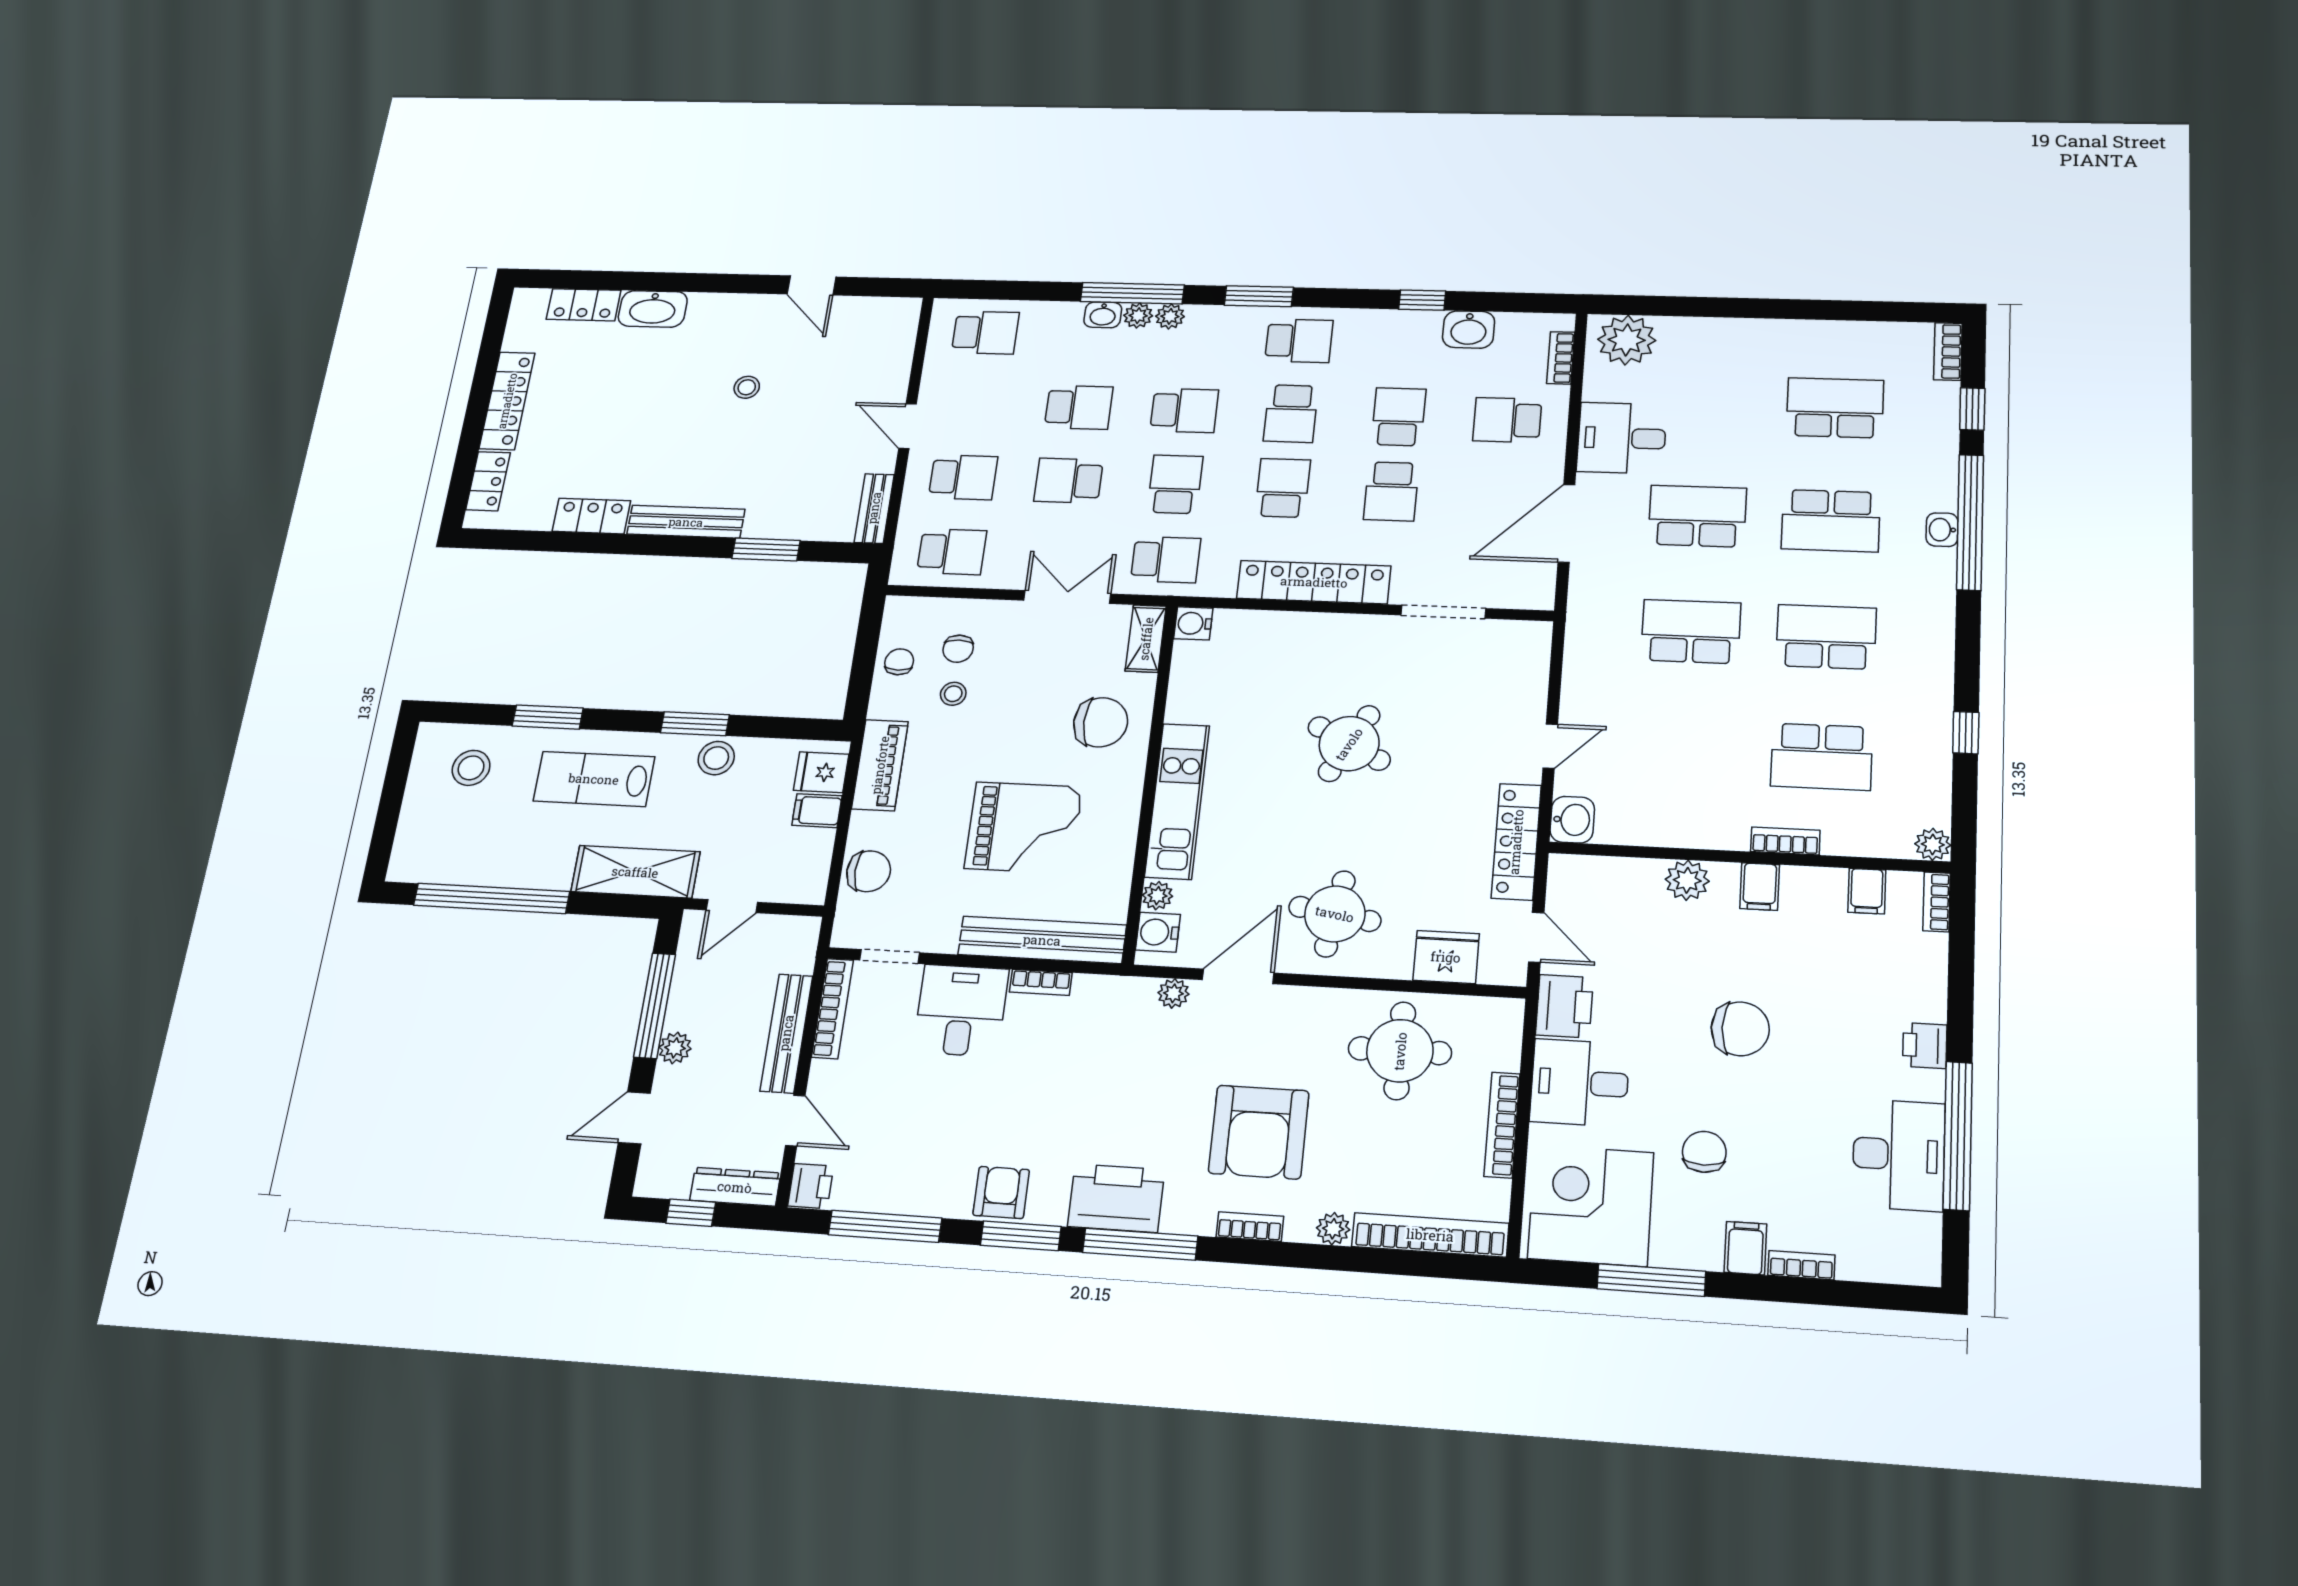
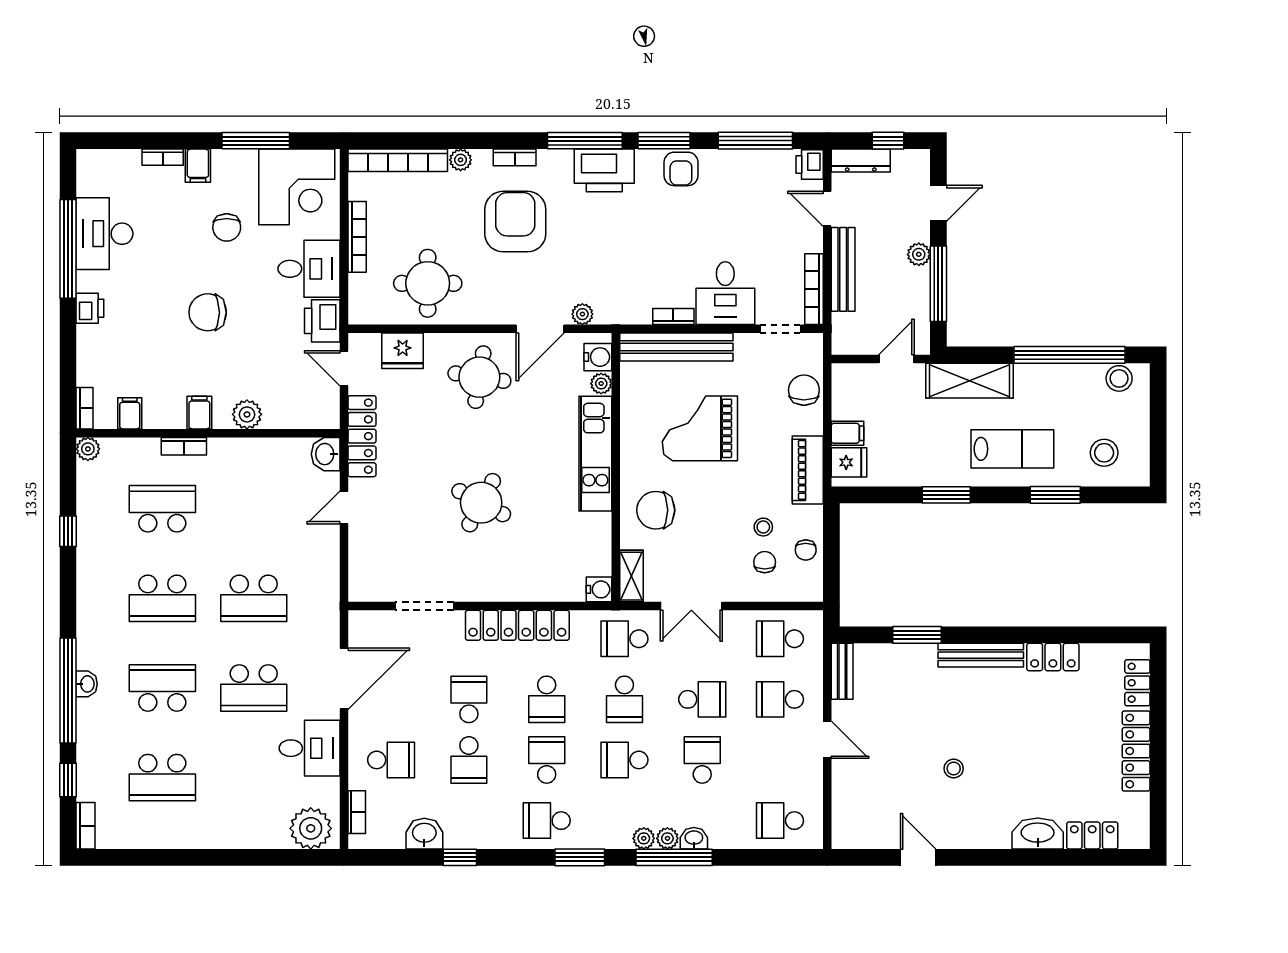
school desk: (1079, 407) -> (702, 760), turned 90
stool: (716, 758) -> (1119, 378), moved
chair: (869, 871) -> (804, 390), turned 90

